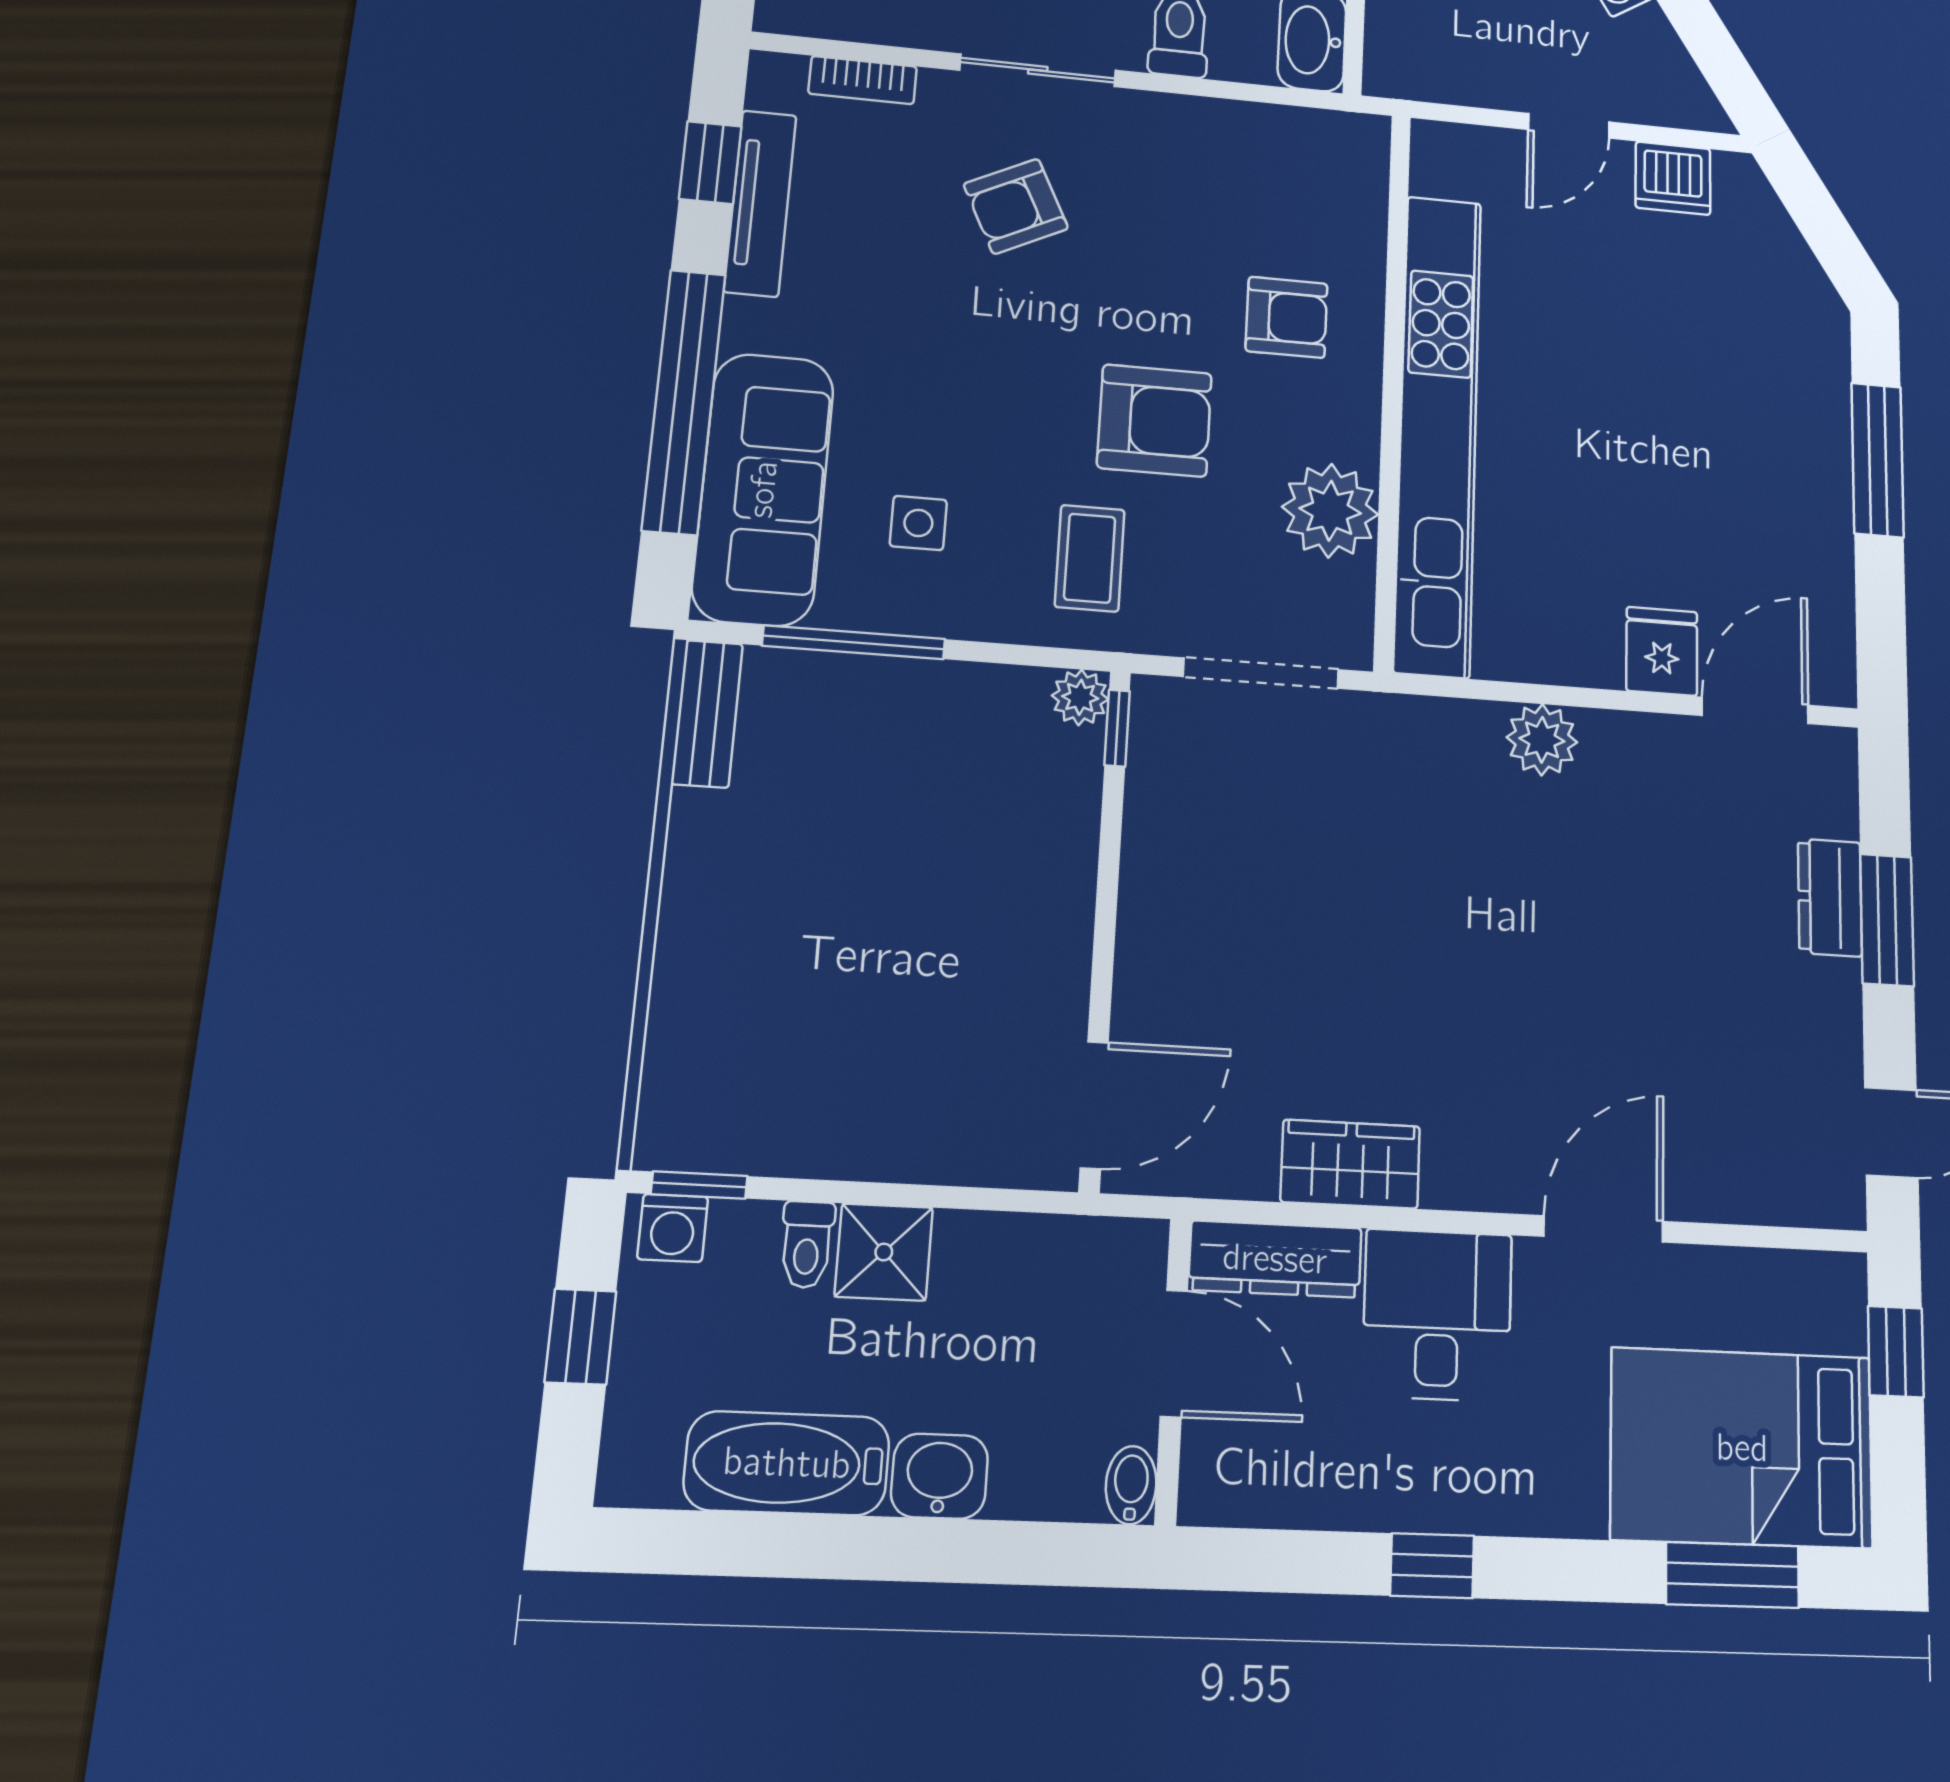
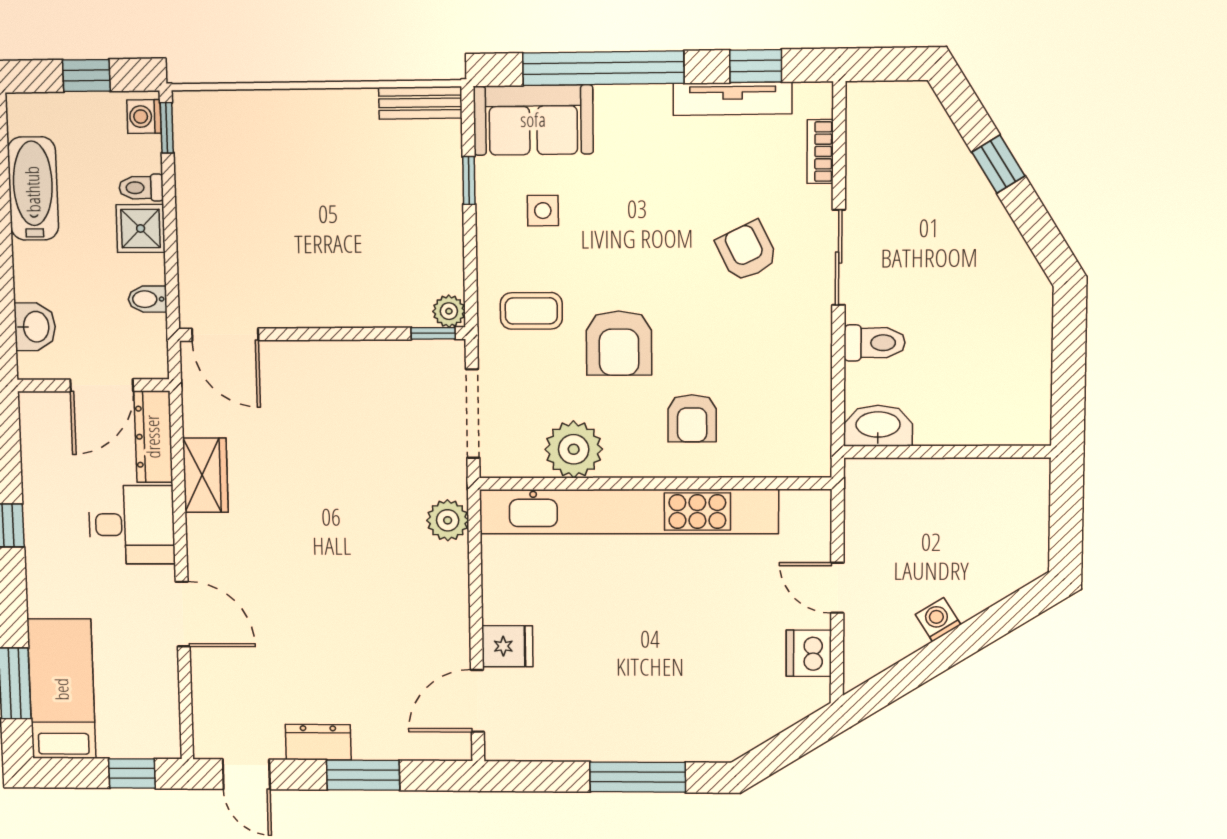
sofa: (763, 489) -> (533, 120), width x0.73
window: (854, 642) -> (469, 180), width x0.46
door: (1755, 710) -> (477, 701), swing flipped
plant: (1542, 740) -> (448, 520), moved
dresser: (1830, 897) -> (318, 742), moved
bed: (1742, 1448) -> (62, 689), width x0.67
washbasin: (939, 1476) -> (35, 327), moved
bidet: (1131, 1485) -> (147, 299), moved, turned 180

